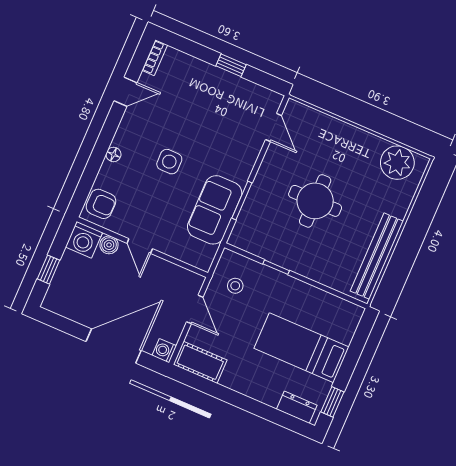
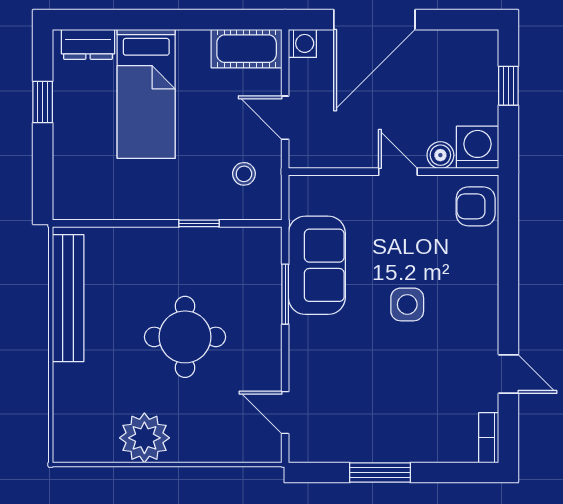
window: (231, 65) -> (380, 473), width x1.50
door: (126, 92) -> (508, 374), swing flipped
floor lamp: (113, 154) -> (488, 281), removed
plant: (397, 163) -> (144, 438), moved
bed: (302, 348) -> (146, 94), moved, turned 90
window: (332, 402) -> (43, 102), moved

